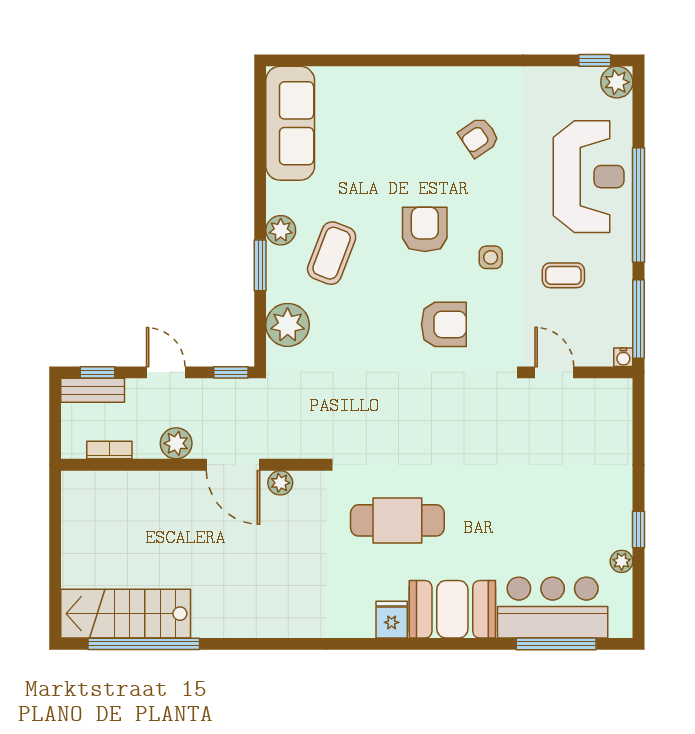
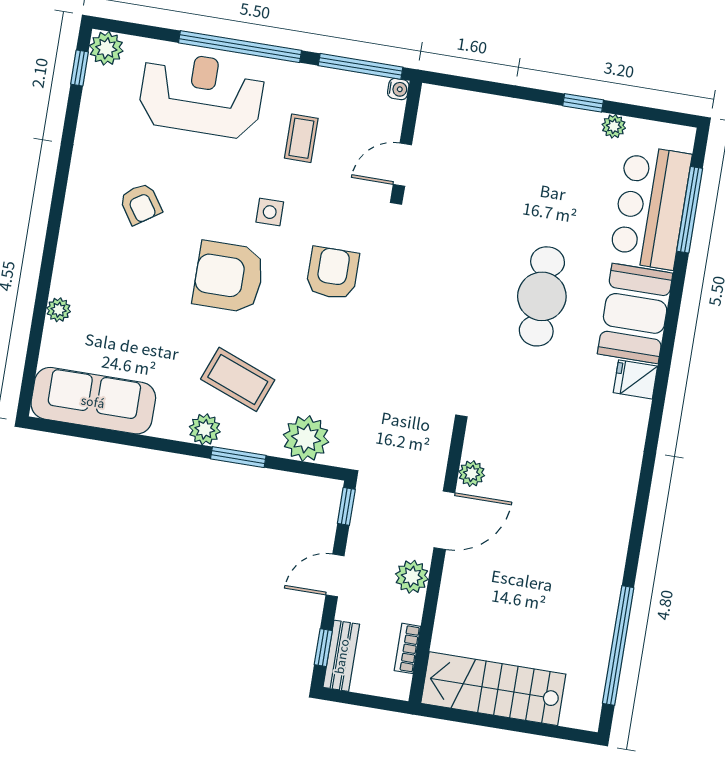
plant: (369, 78) -> (59, 310), added
armchair: (425, 229) -> (229, 277), width x1.36, depth x1.36
cafe table: (397, 520) -> (542, 296), moved
stairs: (126, 614) -> (493, 689), moved, turned 90

